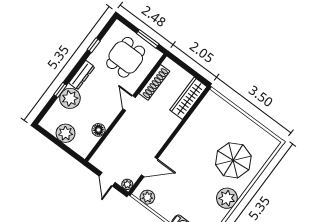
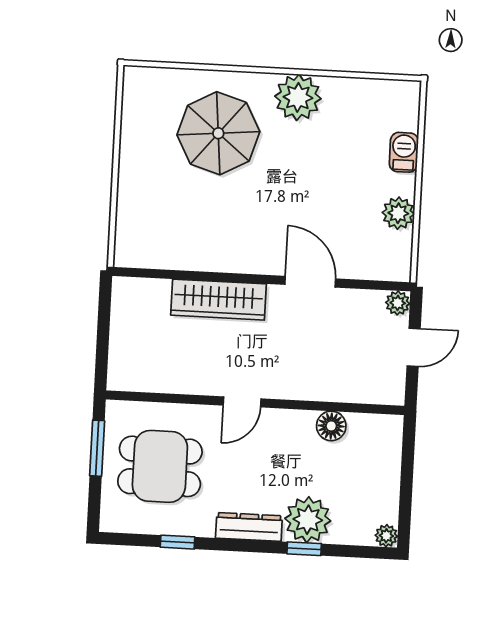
shoe rack: (154, 82) -> (171, 381), removed
wardrobe: (188, 98) -> (219, 300), moved
plant: (65, 133) -> (386, 536), moved, width x0.53, depth x0.53
door: (149, 167) -> (310, 282), moved
plant: (147, 197) -> (398, 213), moved

